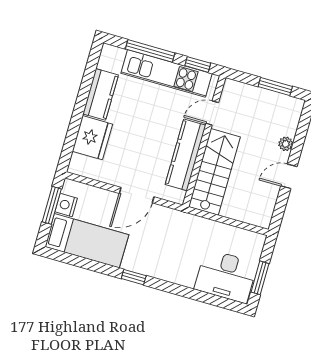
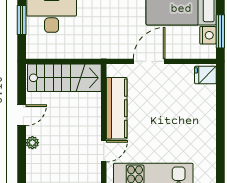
kitchen counter: (101, 94) -> (205, 140), removed
fridge: (92, 138) -> (205, 75), moved, width x0.53, depth x0.75
stairs: (214, 172) -> (64, 78), moved, turned -90

